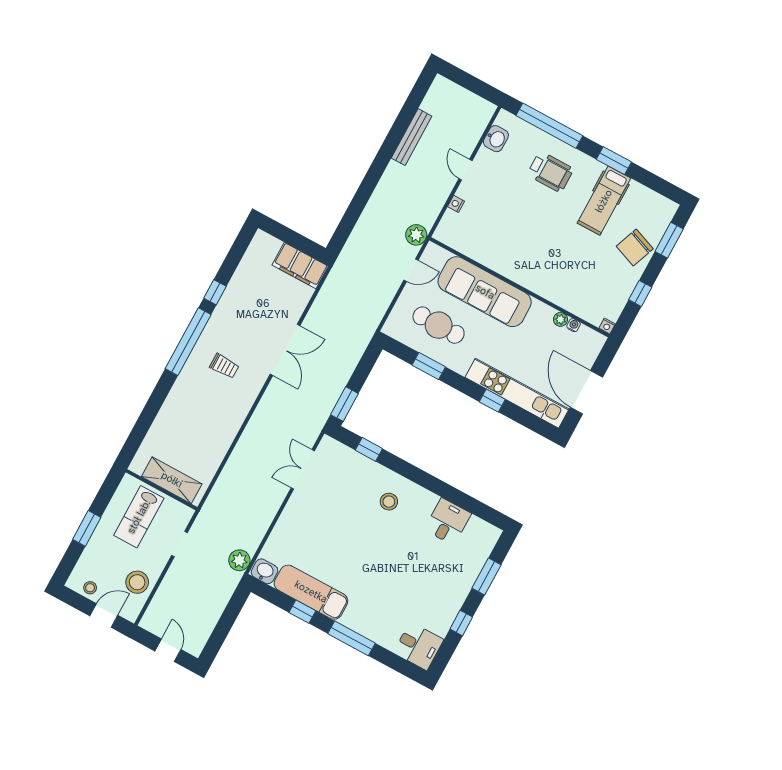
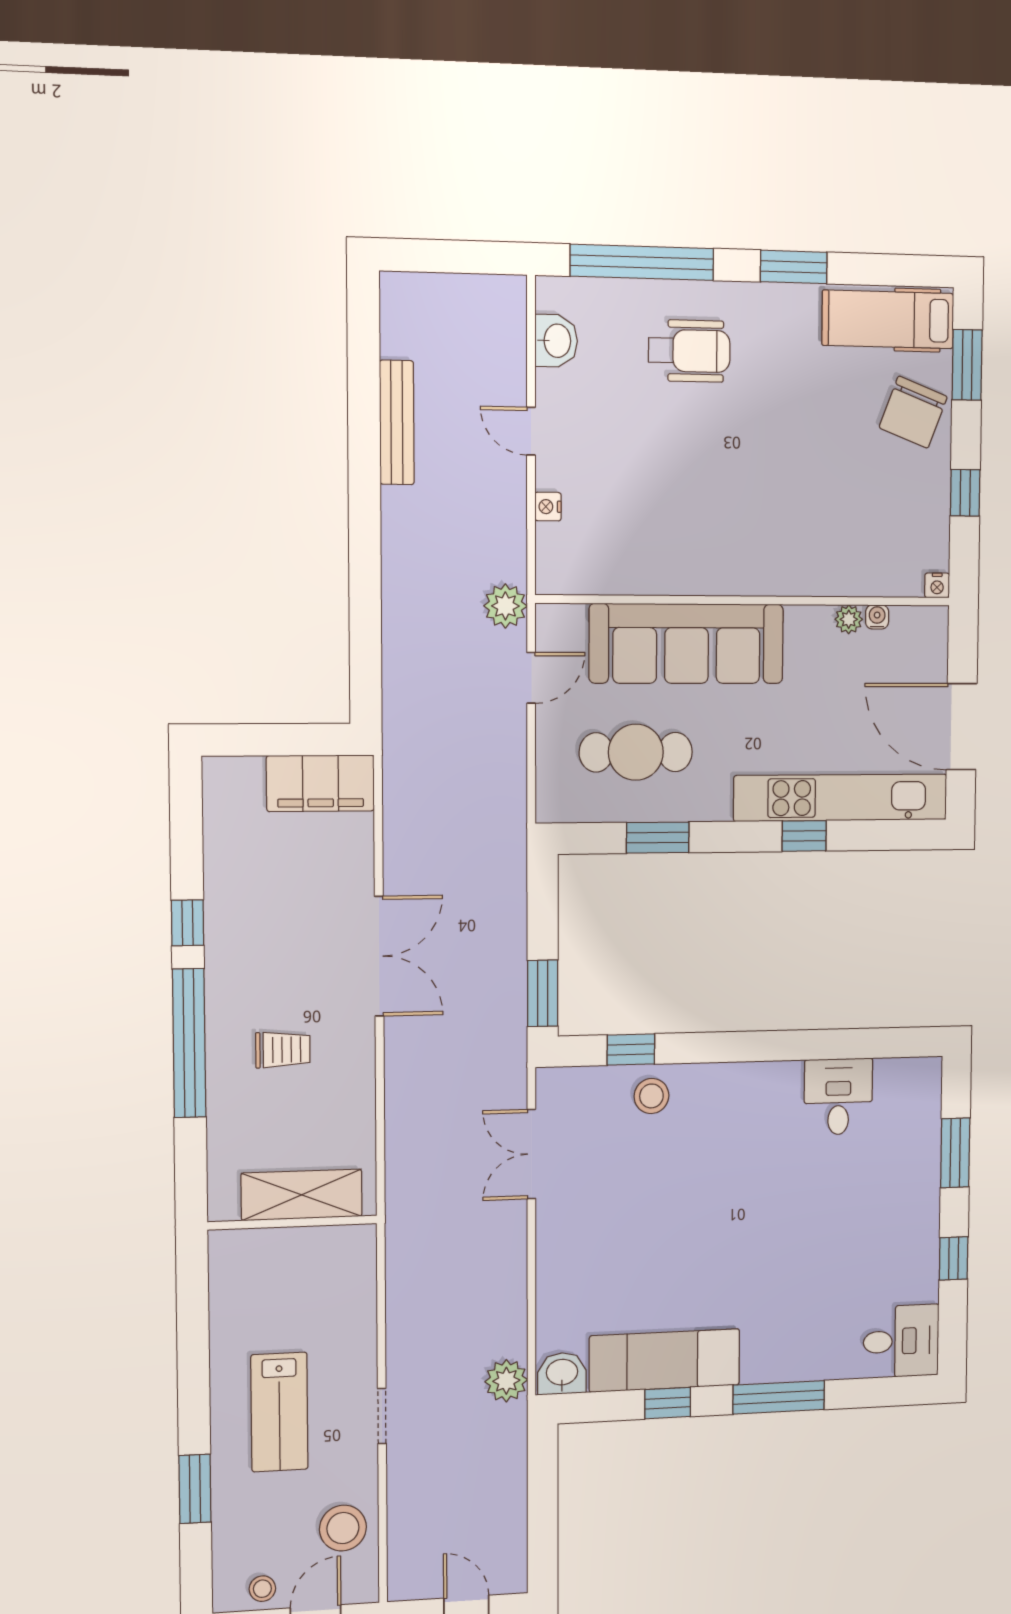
hospital bed: (604, 201) -> (888, 319), moved, turned 90
shelving: (172, 480) -> (302, 1195), moved
wall: (161, 490) -> (293, 1223), moved
stool: (389, 502) -> (651, 1096), moved

